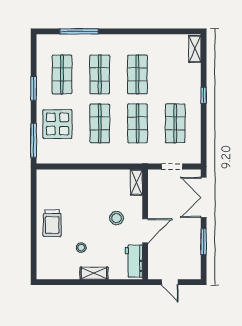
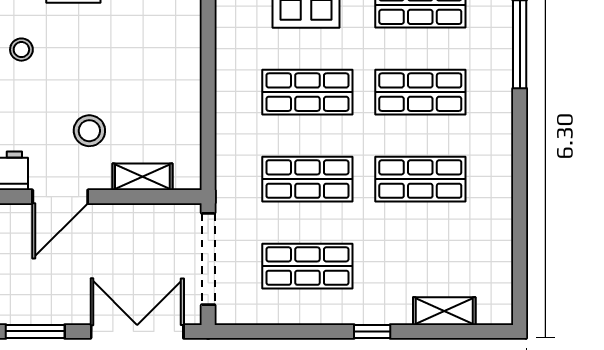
shelving: (195, 49) -> (444, 311), moved
doorway: (172, 167) -> (208, 259), width x1.88
shelving: (136, 182) -> (142, 177), moved
door: (145, 231) -> (60, 197), hinge flipped

